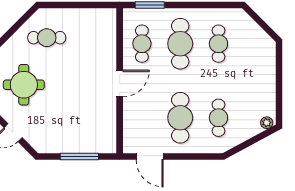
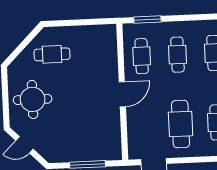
cafe table: (180, 44) -> (177, 55), width x0.73, depth x0.74

